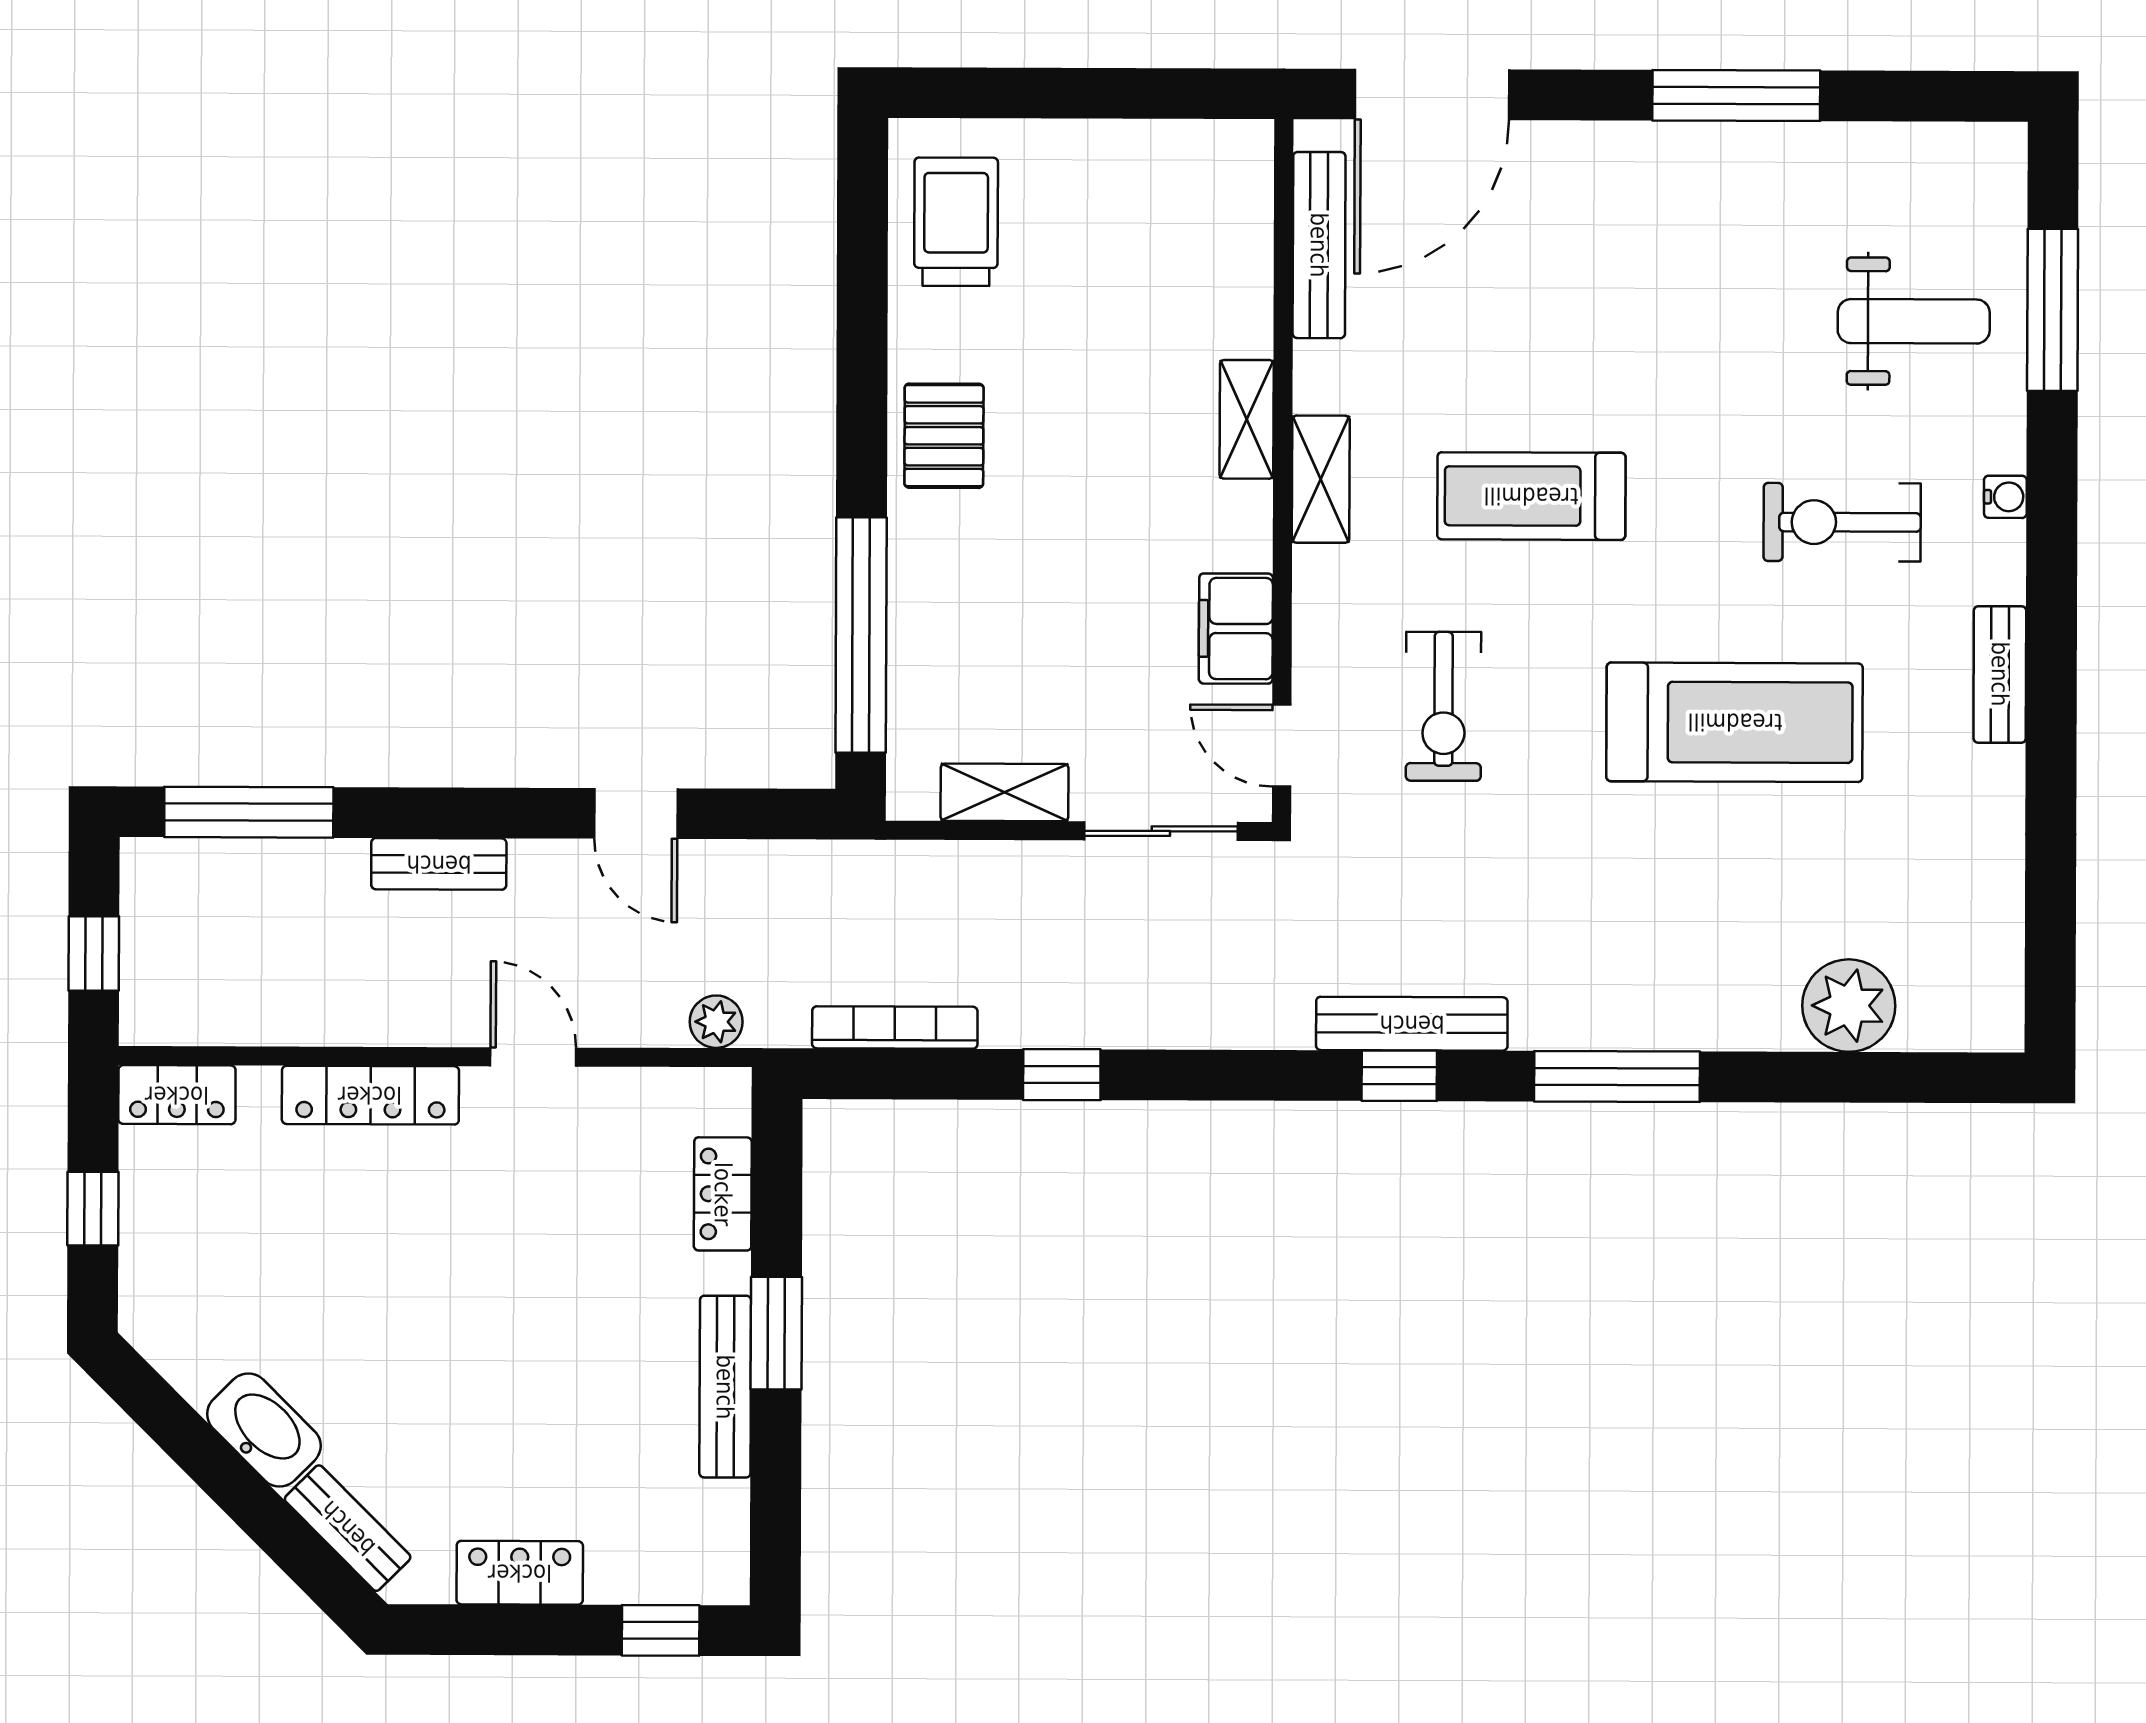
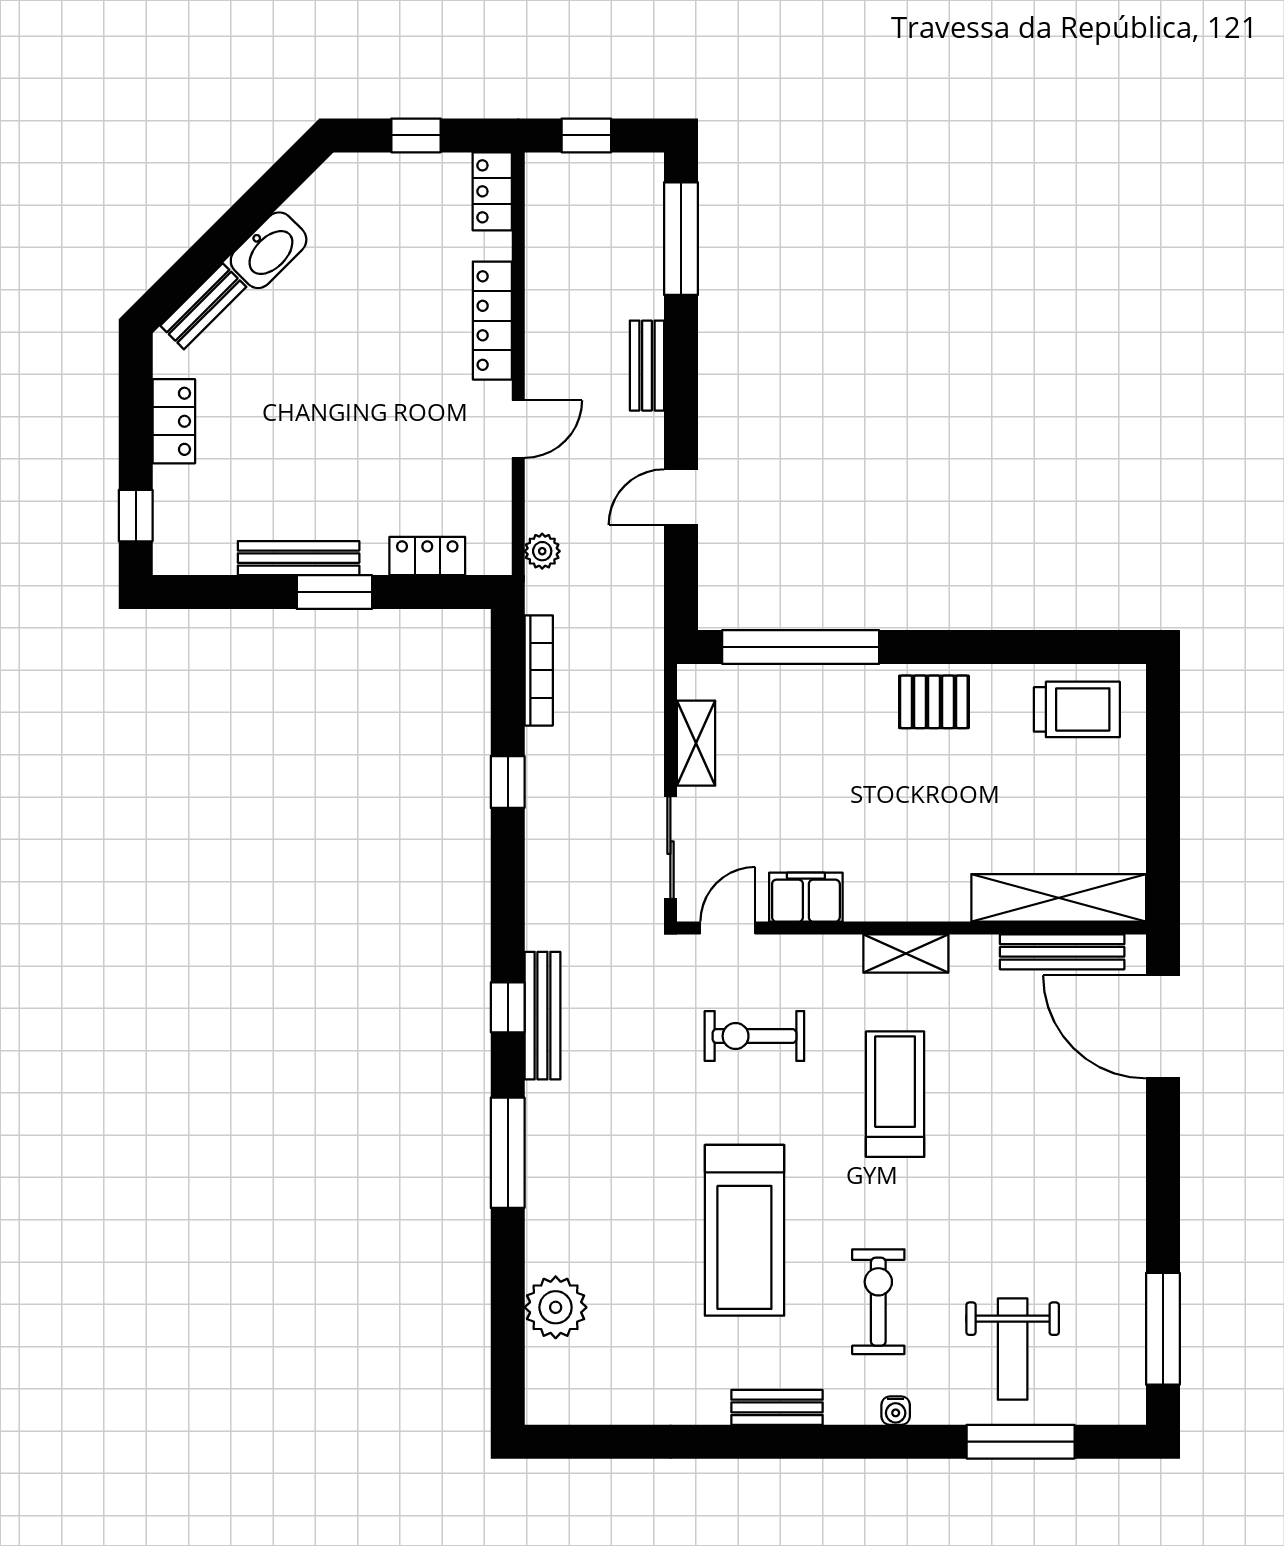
window: (1736, 95) -> (1163, 1329), moved
shelving: (1247, 419) -> (1059, 898), moved, width x2.20, depth x1.33

